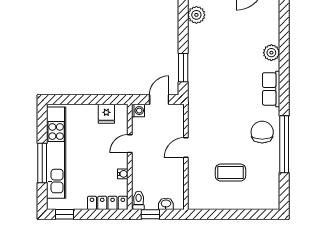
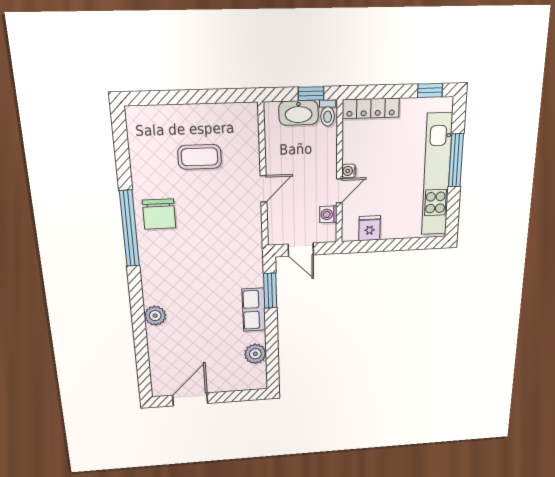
row of seats: (271, 89) -> (254, 310), moved, turned 180
door: (159, 100) -> (301, 250), hinge flipped
washing machine: (138, 111) -> (328, 214), moved
window: (284, 144) -> (129, 229), moved
water cooler: (123, 174) -> (349, 171), moved
washbasin: (166, 204) -> (299, 113), width x1.91, depth x1.45

